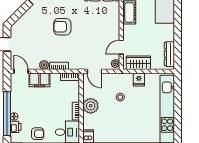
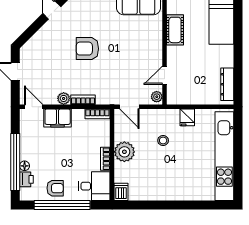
wardrobe: (138, 63) -> (187, 96), removed

